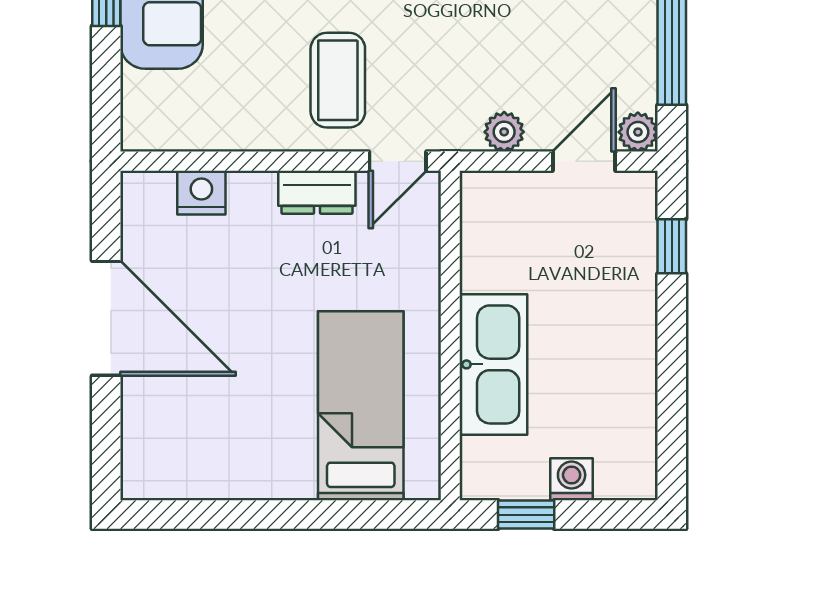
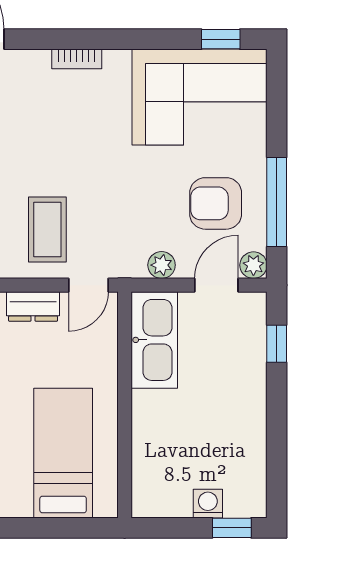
armchair: (583, 42) -> (216, 203), added
kitchen sink: (493, 364) -> (154, 340), moved
window: (526, 515) -> (232, 528), moved

